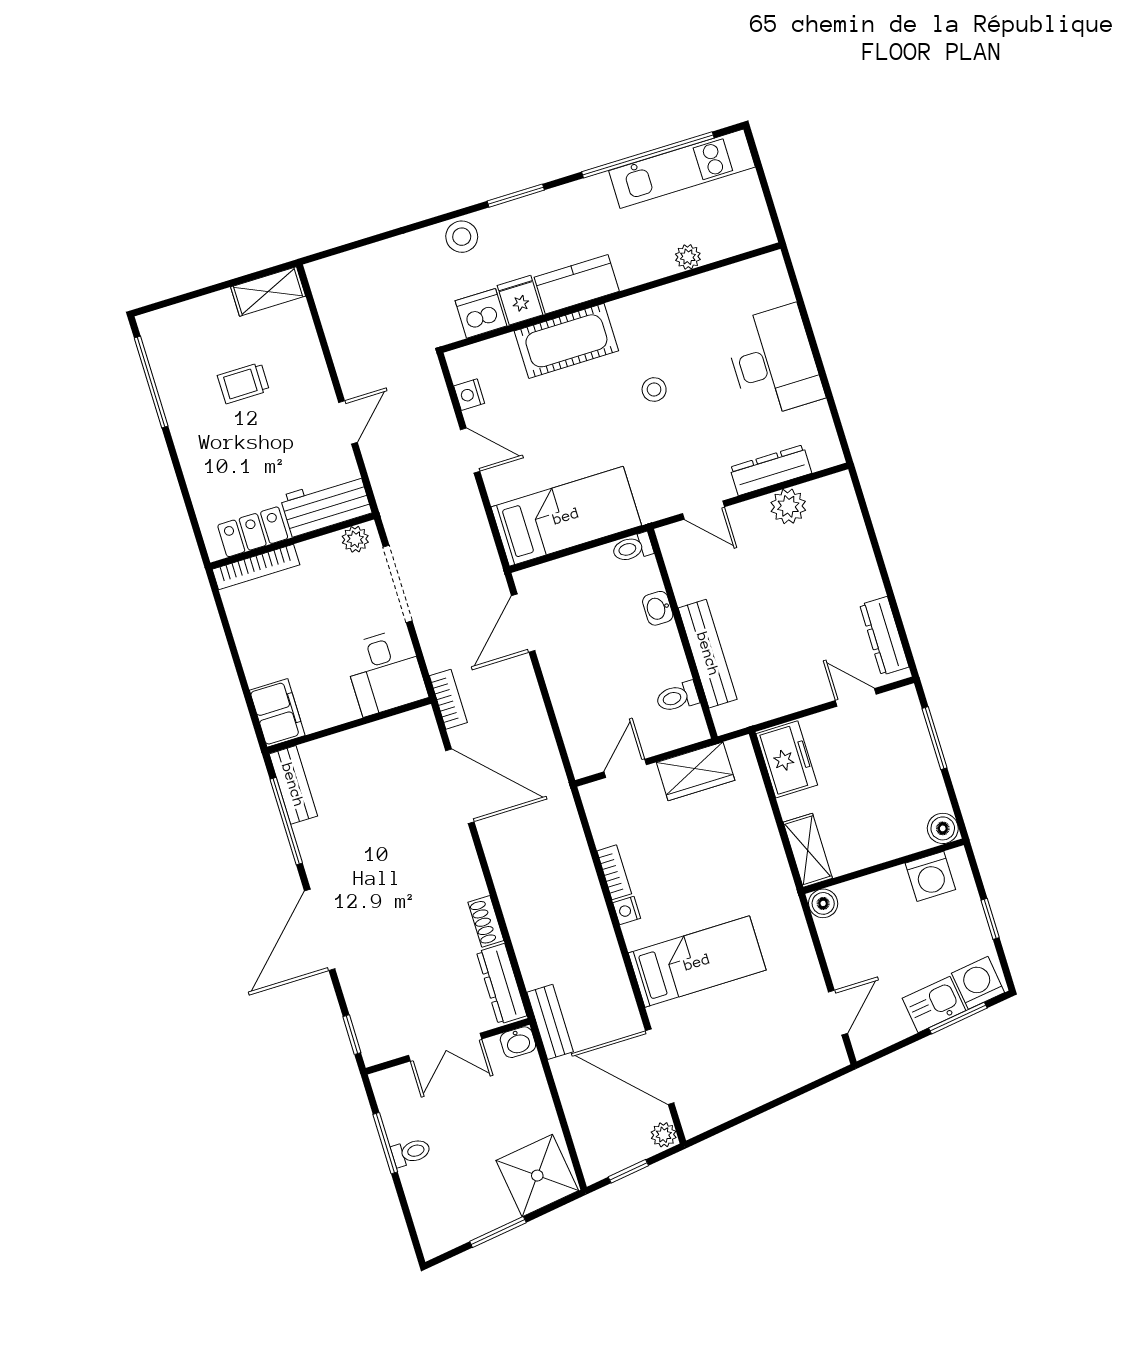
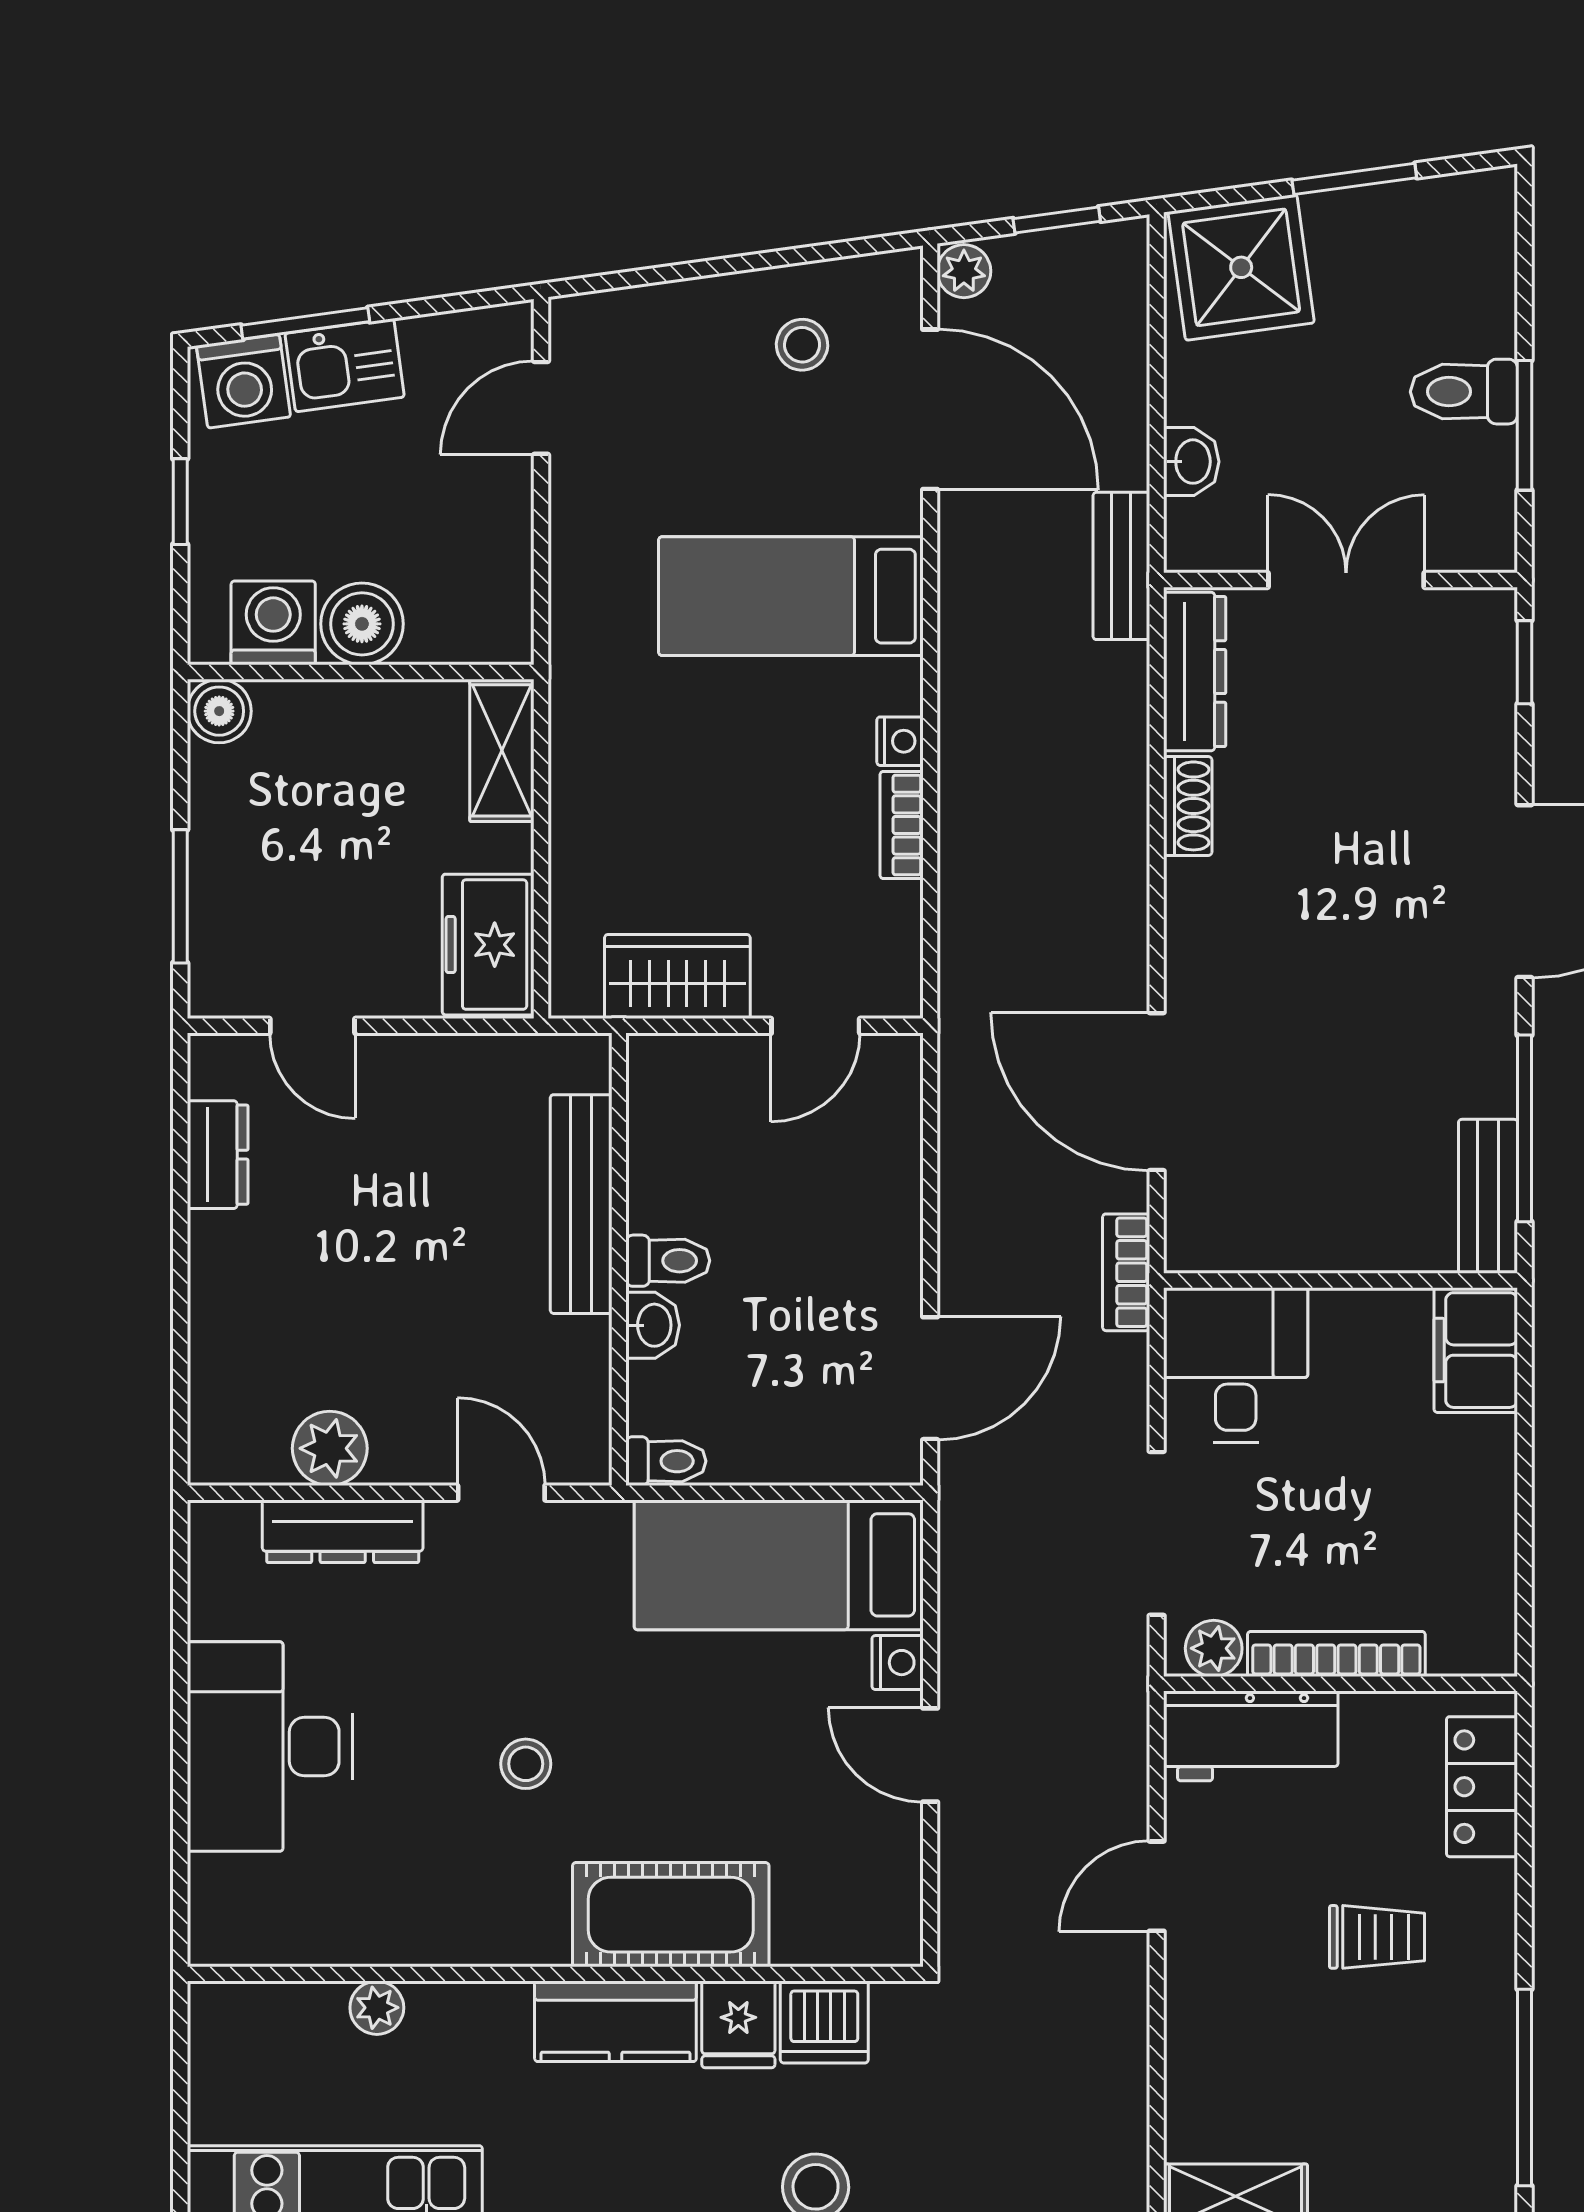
trolley: (243, 383) -> (1377, 1937), moved
nightstand: (469, 395) -> (898, 1663), moved
locker: (253, 532) -> (1482, 1787), moved, turned 90
bookcase: (256, 567) -> (1336, 1654), moved
dresser: (884, 636) -> (218, 1155), width x0.70
toilet: (677, 697) -> (668, 1261), moved
boiler: (823, 903) -> (362, 624), moved, width x1.36, depth x1.36
washbasin: (518, 1042) -> (1191, 462), moved, turned 90
stool: (727, 1078) -> (802, 345), added
toilet: (411, 1152) -> (1464, 392), width x1.37, depth x1.39

